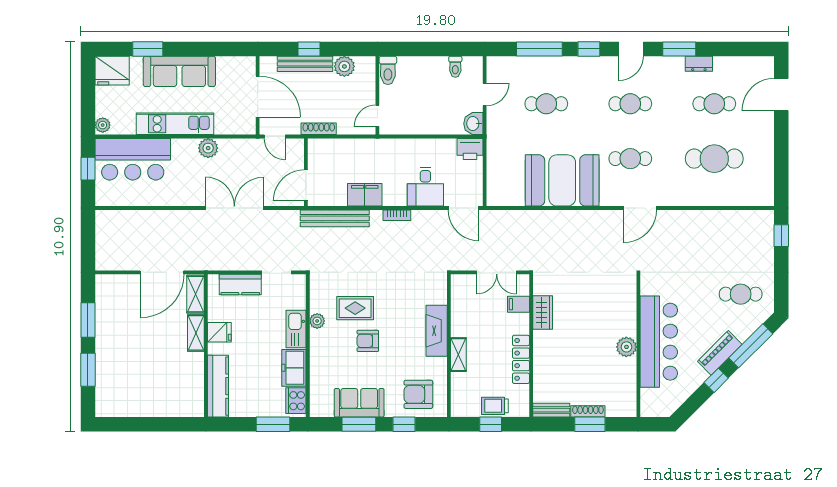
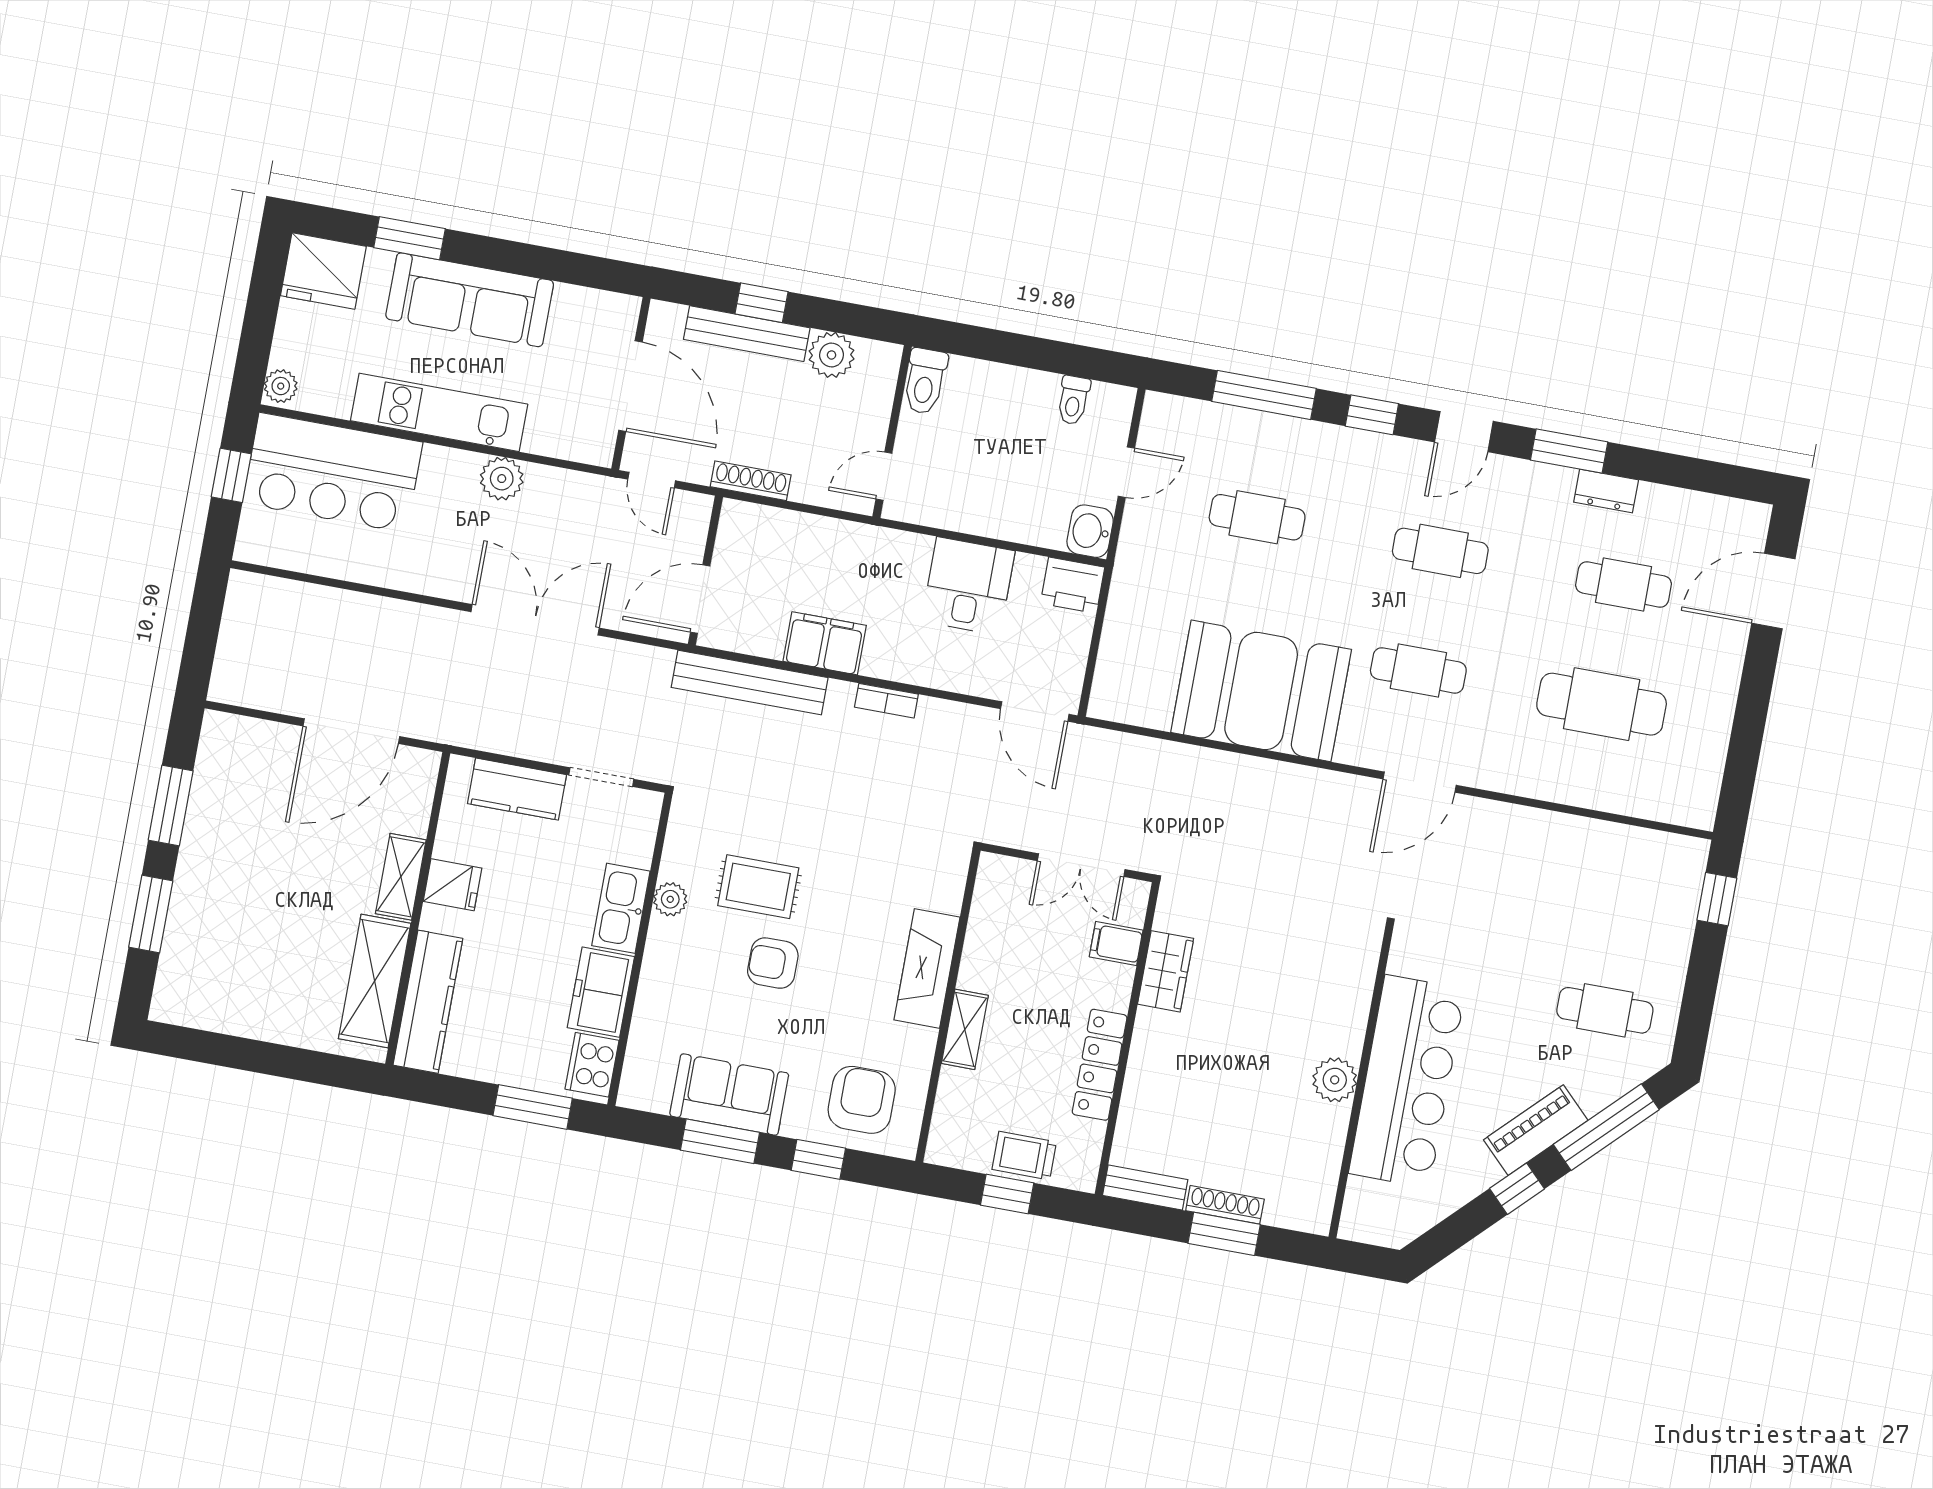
desk: (425, 187) -> (968, 586), moved, turned 180
shelving: (196, 294) -> (375, 981), moved, width x1.50, depth x1.33
armchair: (418, 394) -> (862, 1100), turned 90

